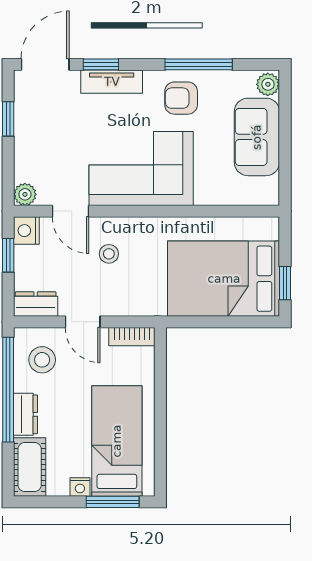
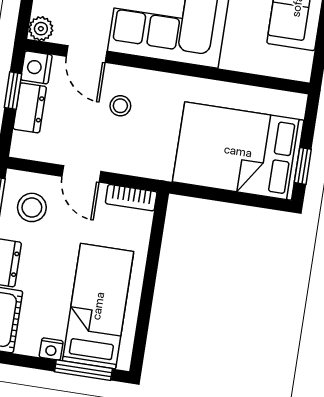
dresser: (36, 304) -> (30, 108), moved, turned 90

